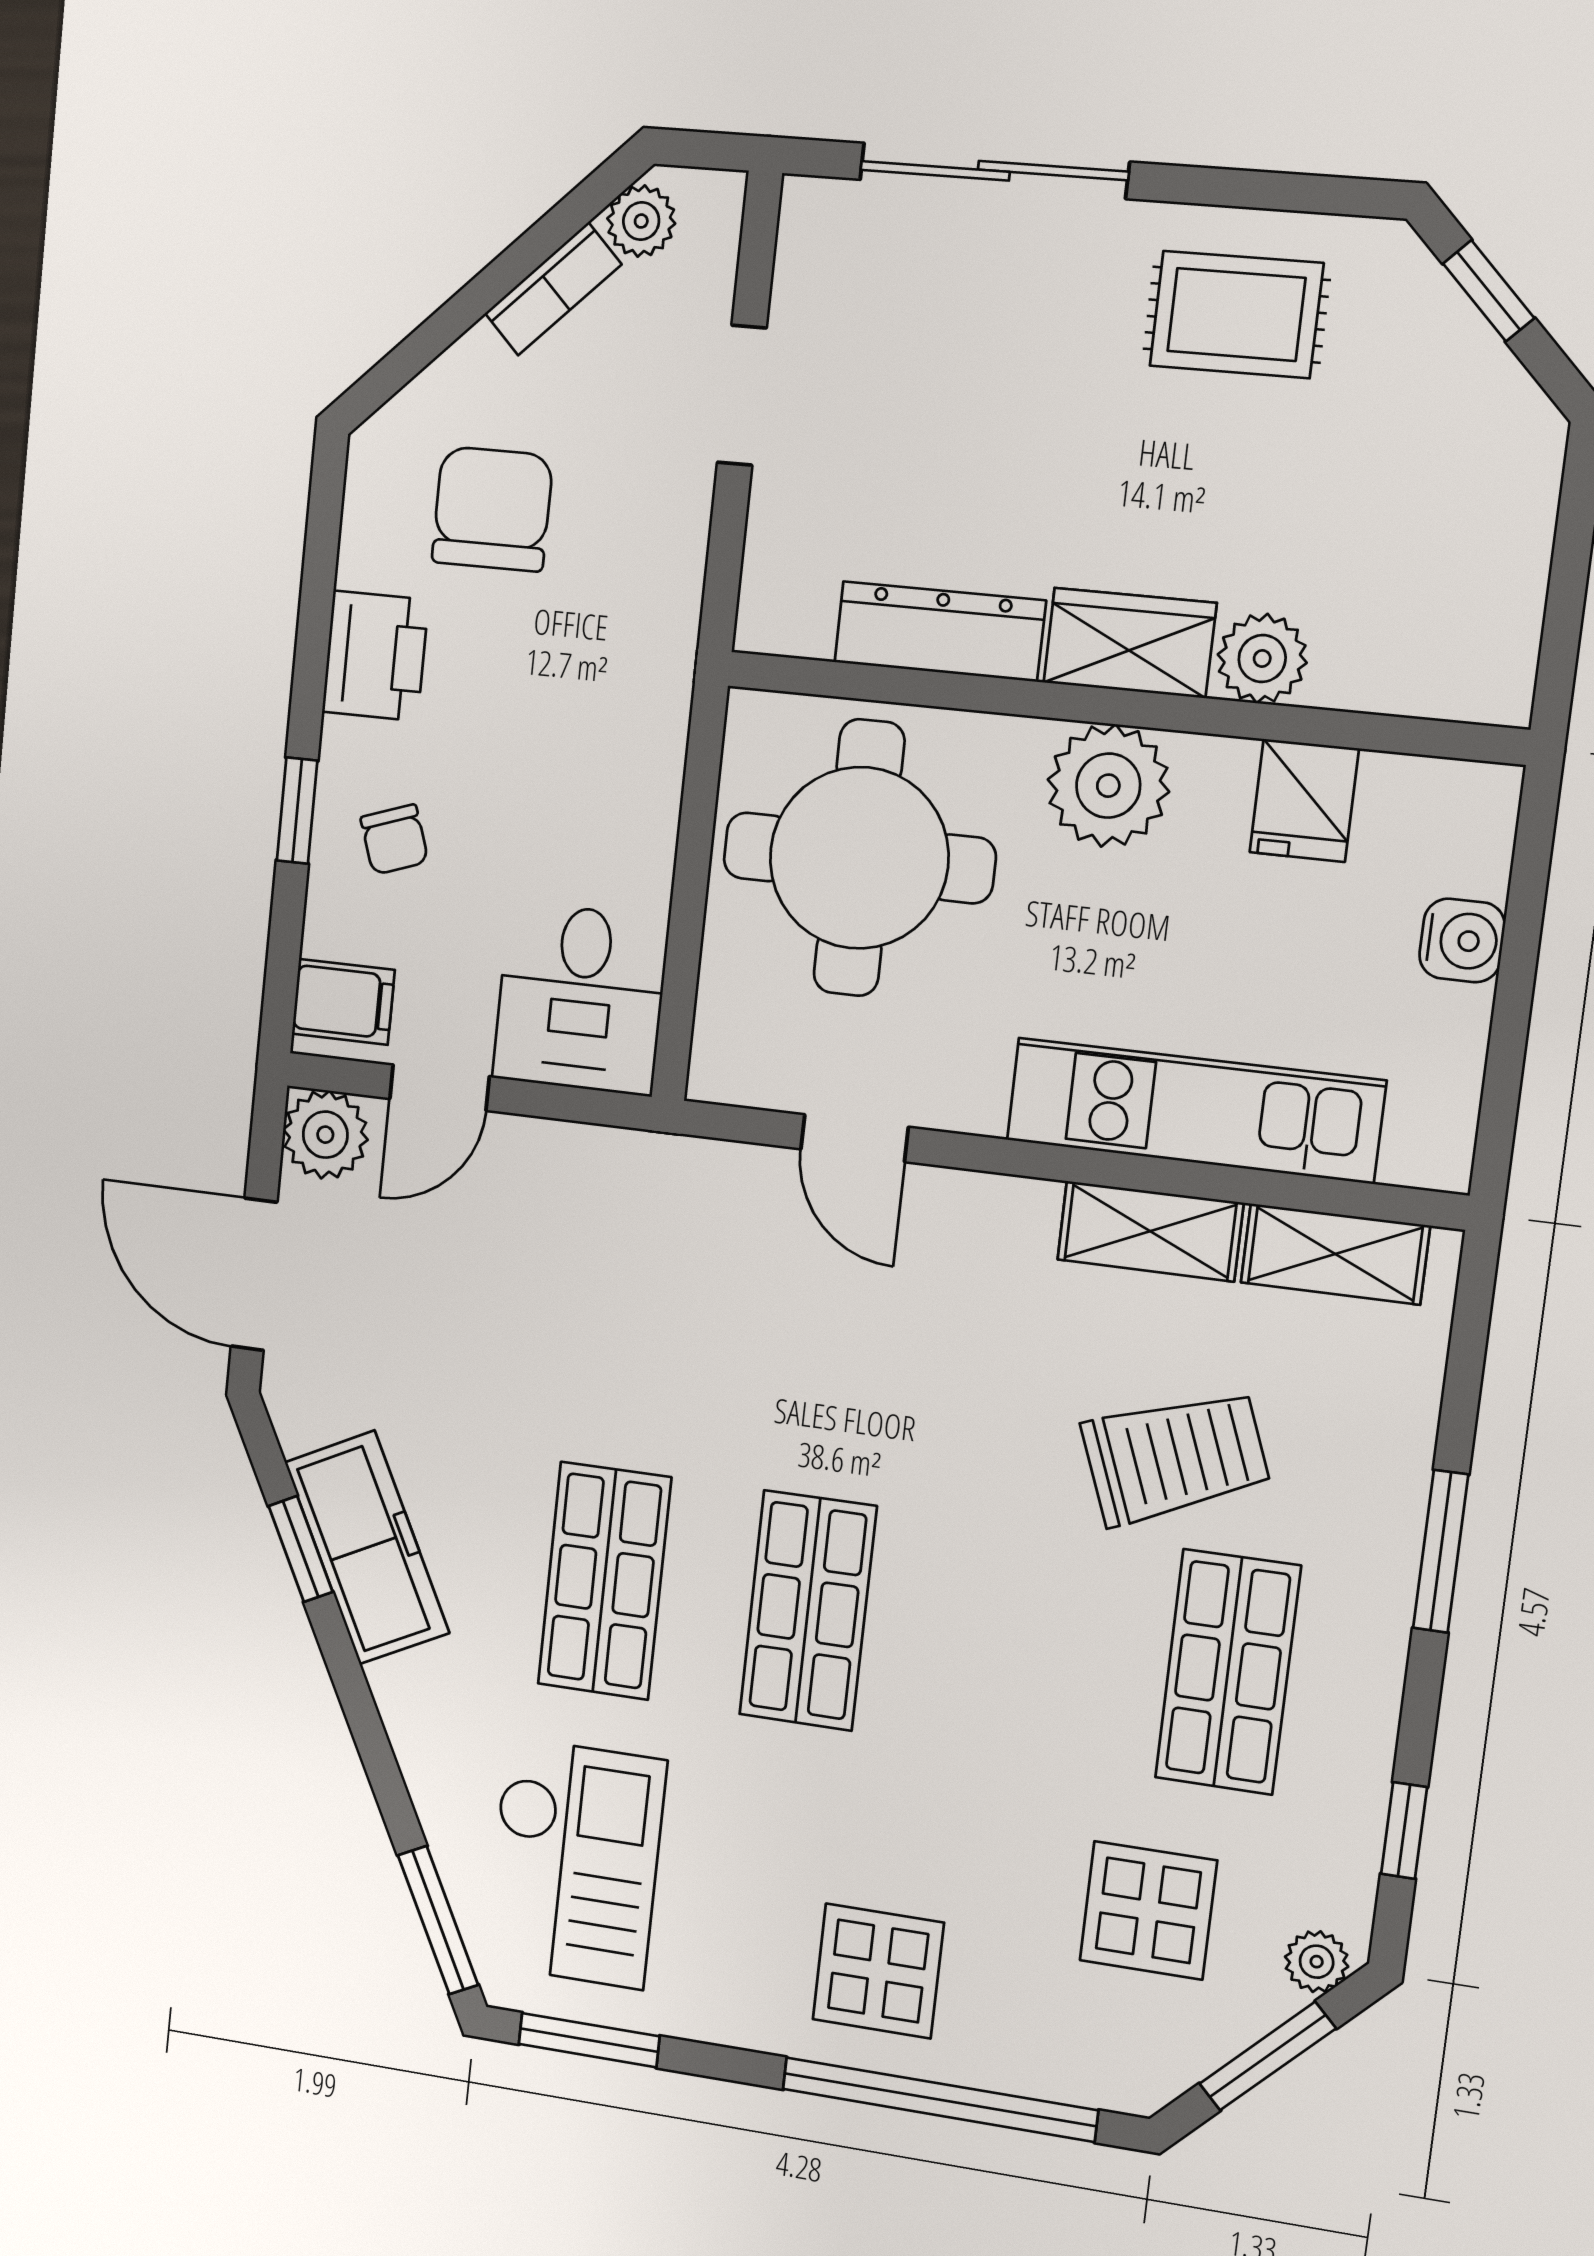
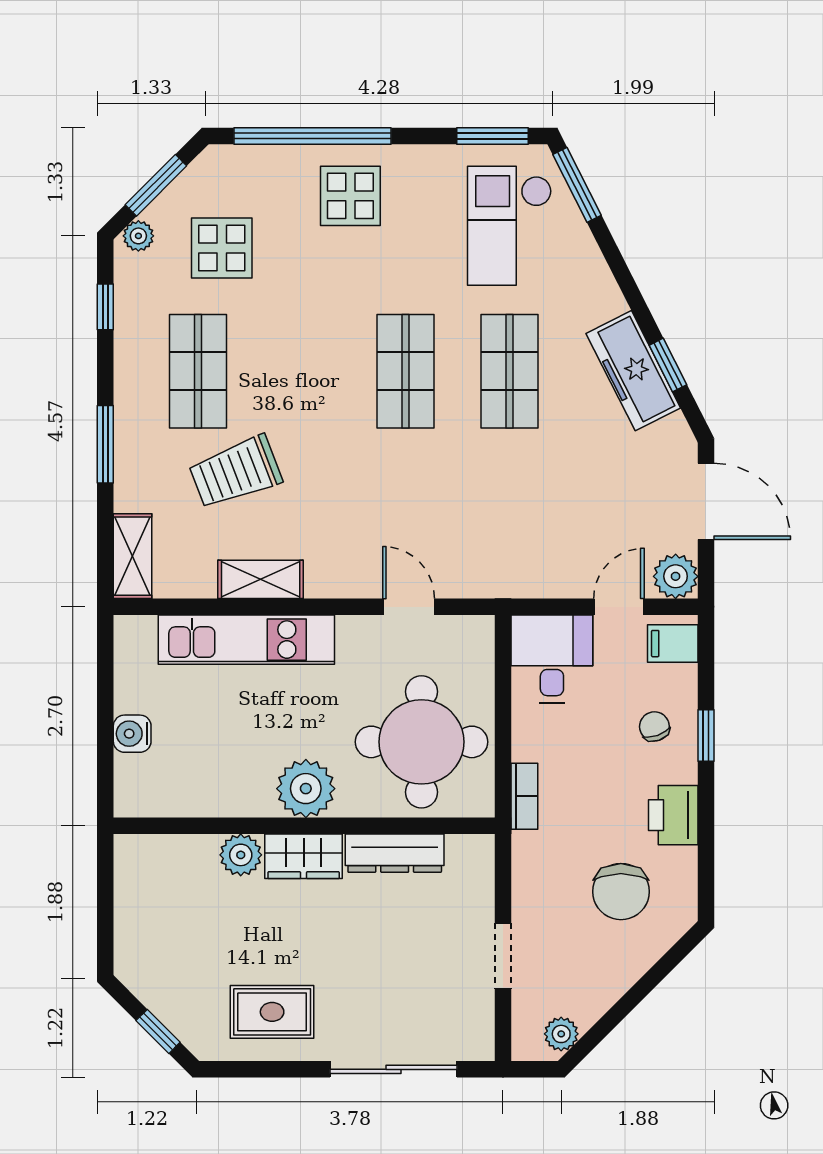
bookcase: (553, 289) -> (524, 796), moved, turned 135
fridge: (1304, 800) -> (213, 791), removed
shelving: (1335, 1254) -> (133, 556), moved, turned 90

